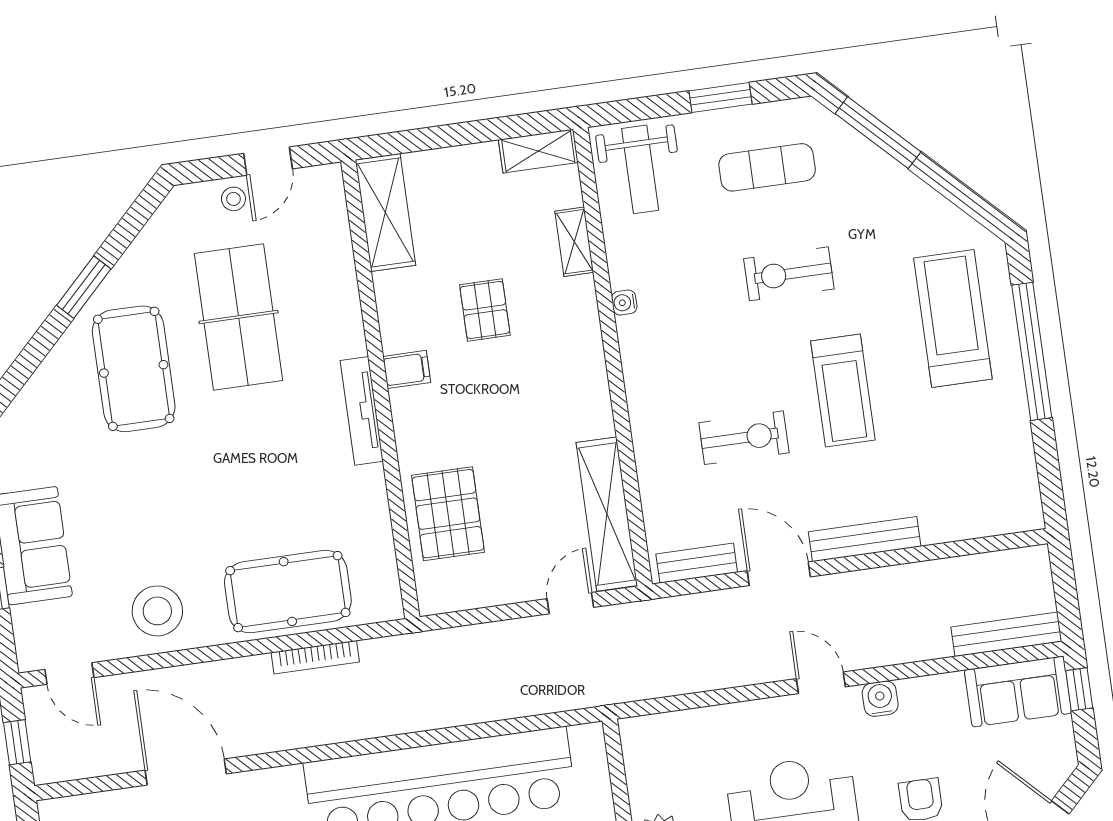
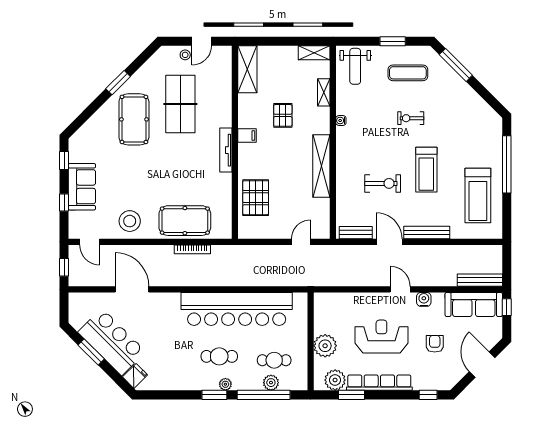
exercise bike: (789, 274) -> (411, 118), width x0.73, depth x0.72
treadmill: (953, 319) -> (478, 196), moved, turned 180
shelving: (607, 514) -> (321, 166), moved
sofa: (1018, 692) -> (474, 304), width x1.36

